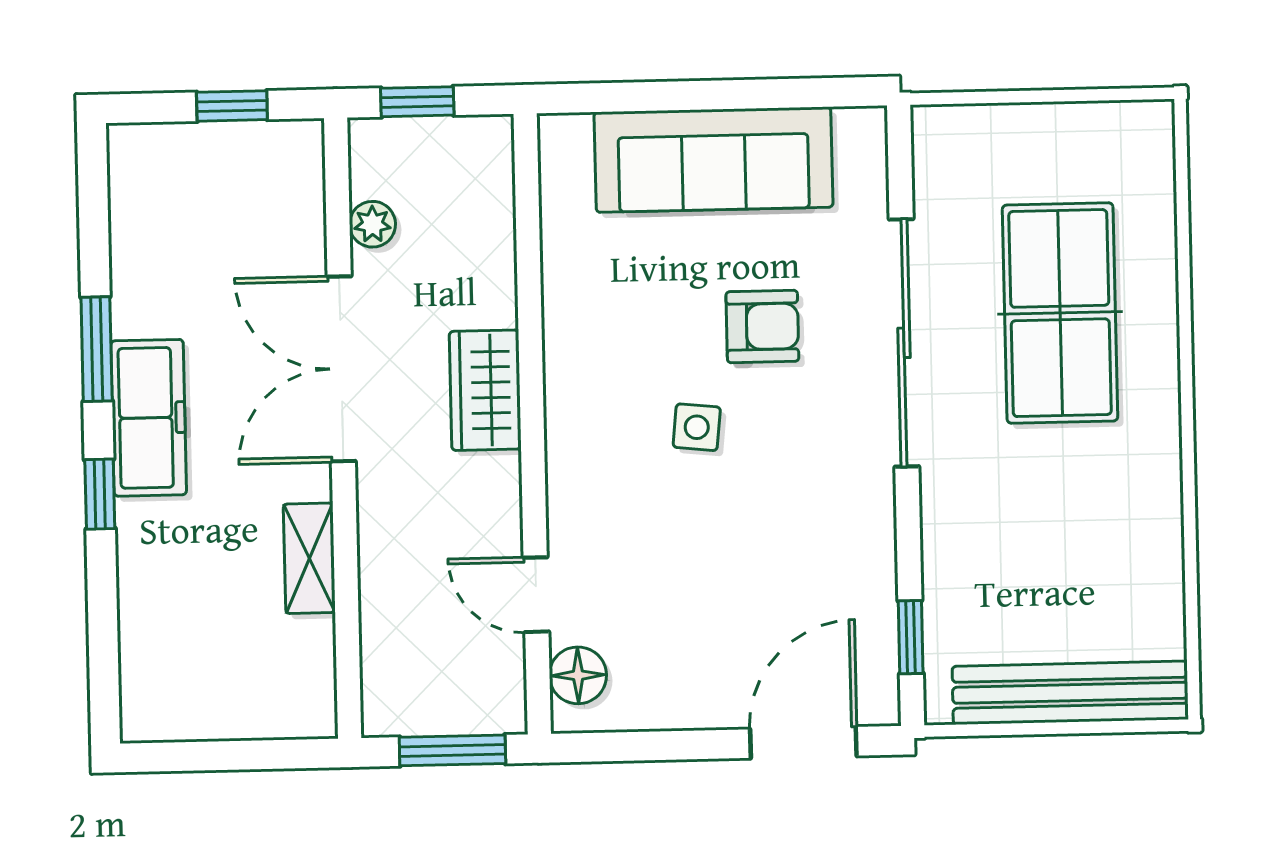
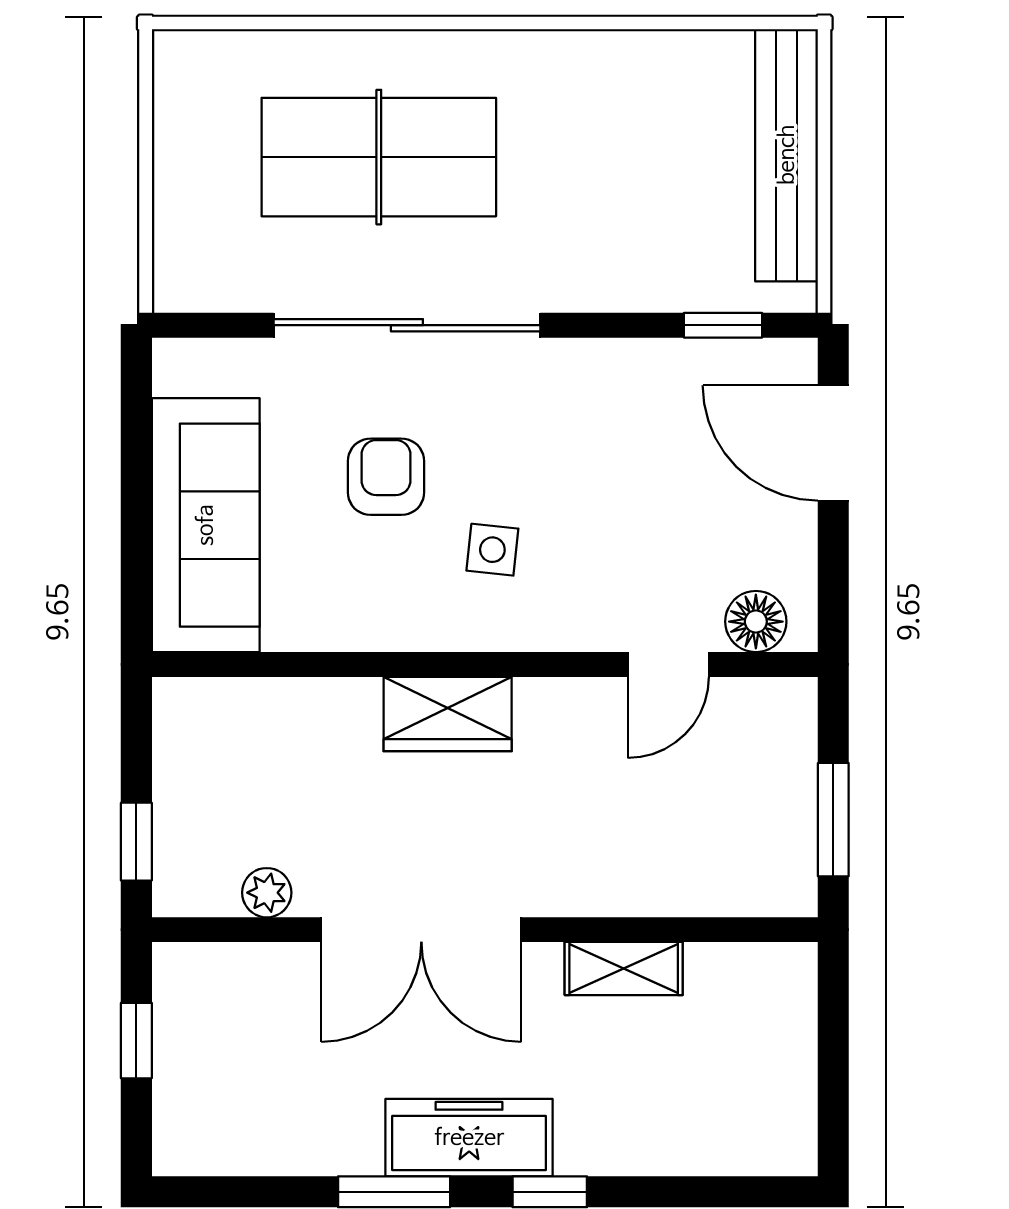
wardrobe: (485, 390) -> (448, 714), moved
wall: (532, 424) -> (485, 664), moved
door: (536, 595) -> (668, 664), moved
floor lamp: (578, 675) -> (756, 622), moved

